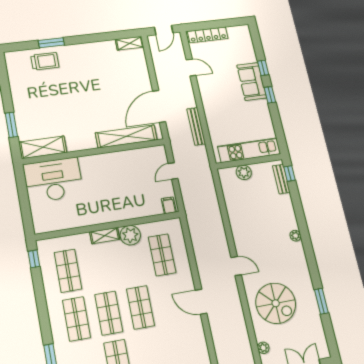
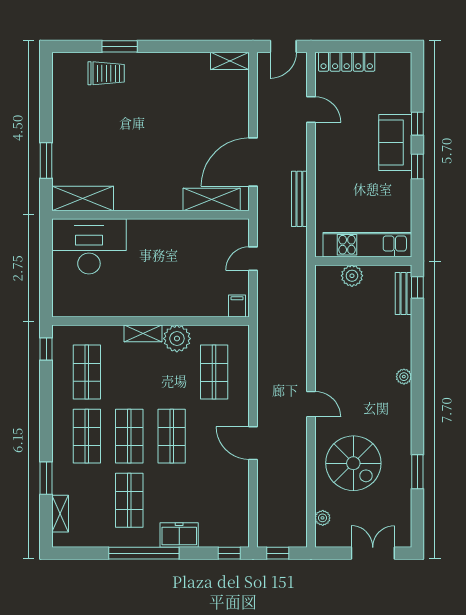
shelving: (126, 136) -> (212, 199), width x0.68

